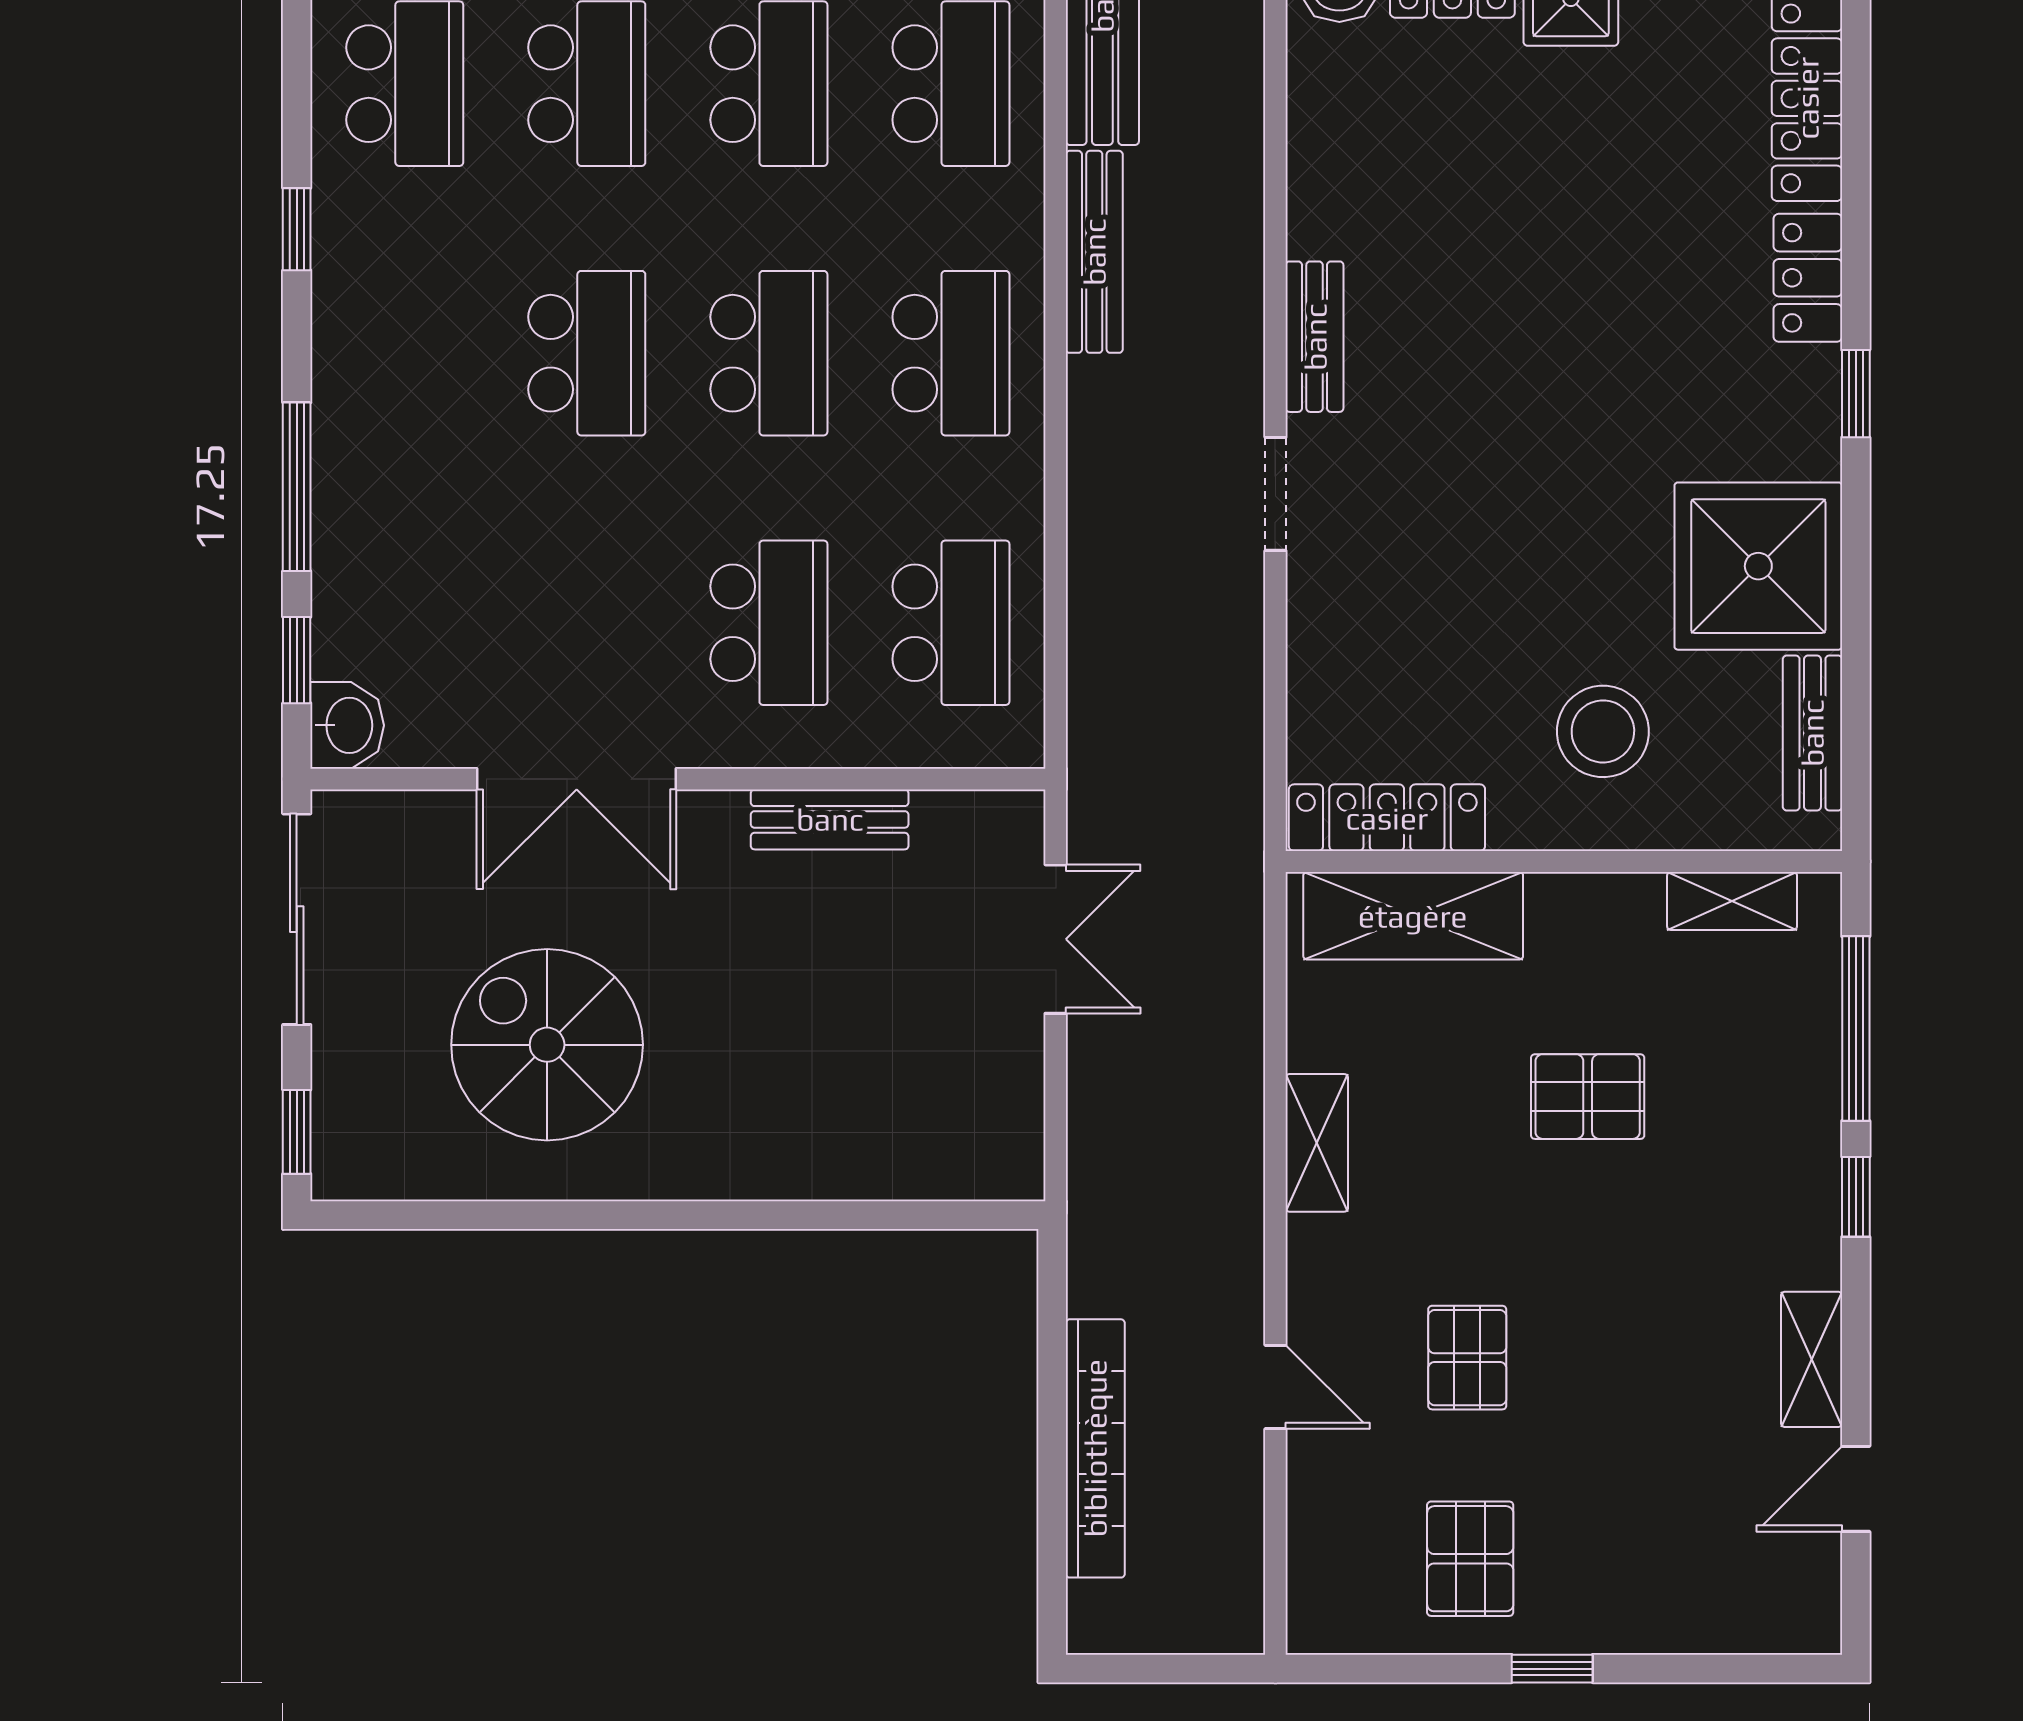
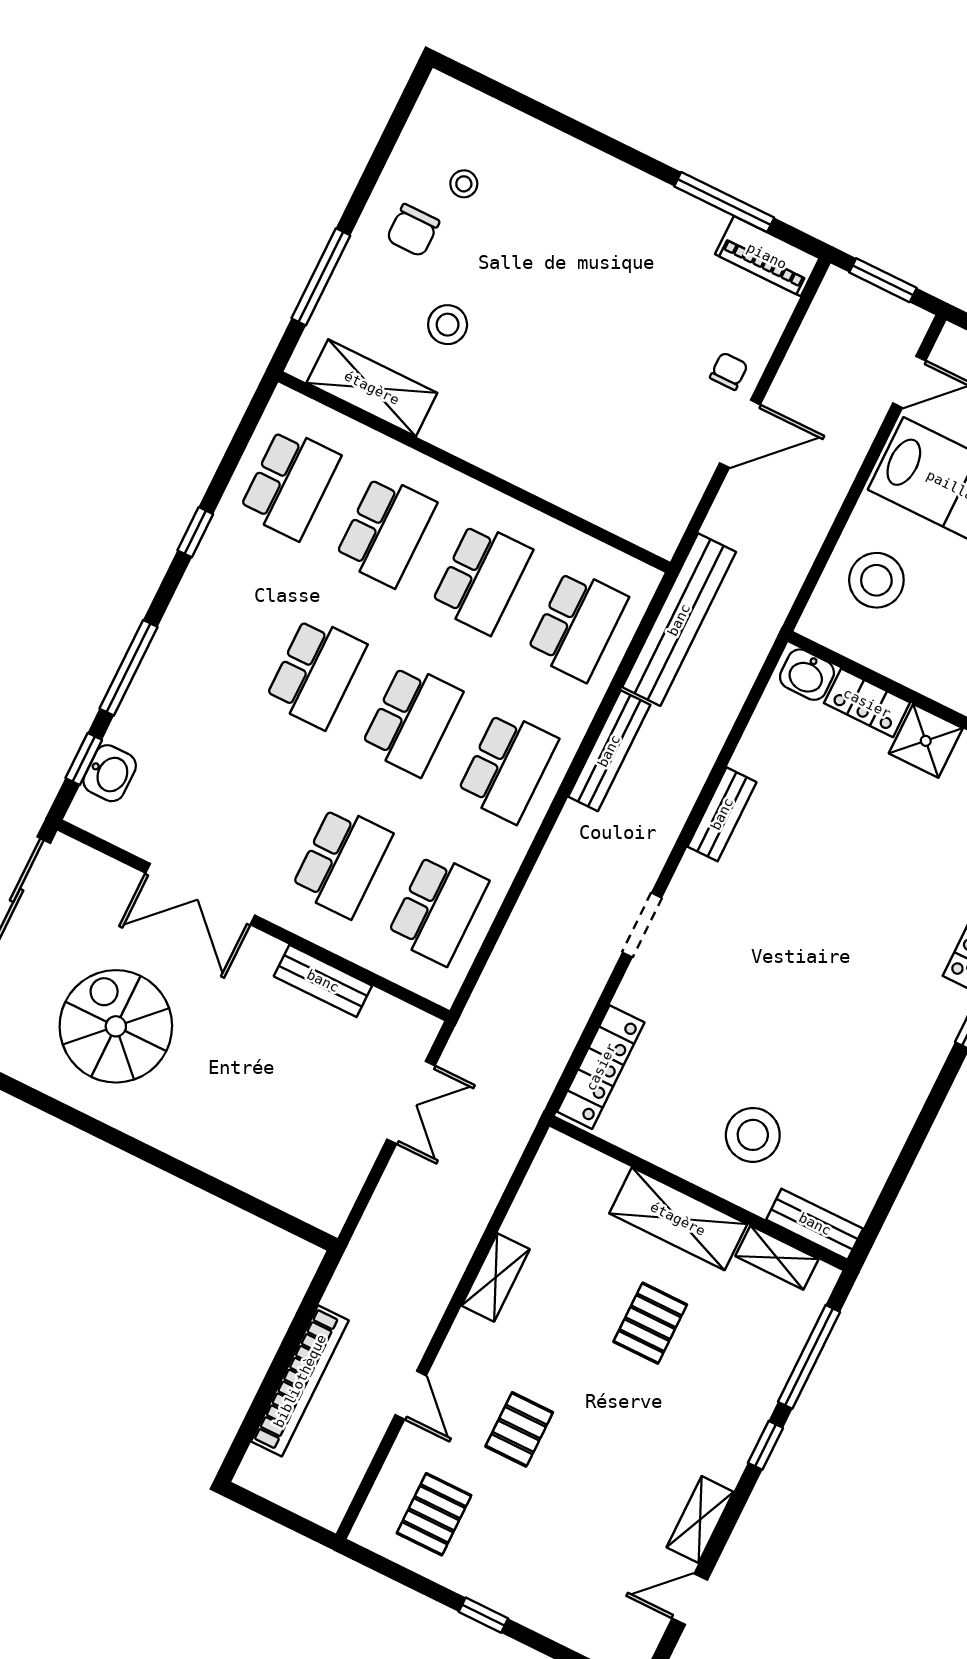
bench: (1315, 337) -> (722, 814), moved
shower: (1758, 566) -> (877, 1088), removed
washbasin: (347, 725) -> (110, 773), moved
bench: (1812, 733) -> (815, 1224), moved, turned 90
locker: (1387, 818) -> (601, 1067), moved, turned 90
shelving: (1413, 916) -> (678, 1219), moved
pallet: (1588, 1097) -> (650, 1323), turned 90
pallet: (1470, 1559) -> (434, 1514), moved

